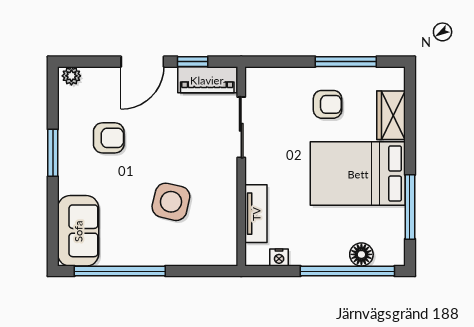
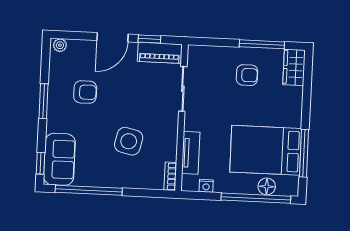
wardrobe: (391, 115) -> (294, 67), moved
bed: (358, 174) -> (266, 150), moved
window: (53, 237) -> (41, 163), added
bookcase: (230, 247) -> (170, 176), added

